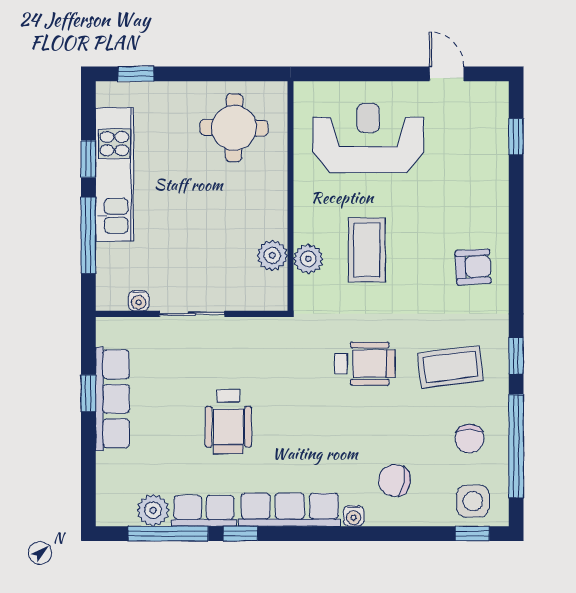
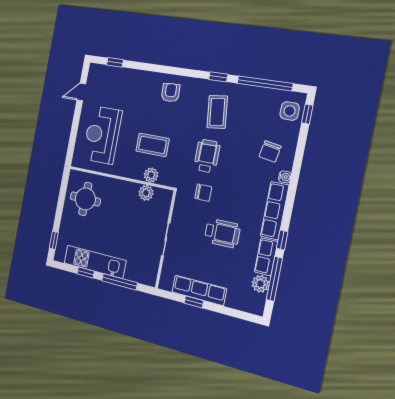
water cooler: (139, 301) -> (154, 265), removed
chair: (469, 439) -> (203, 193), moved

